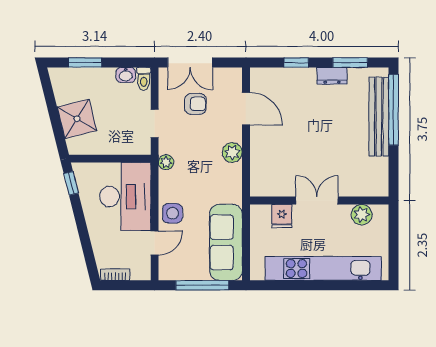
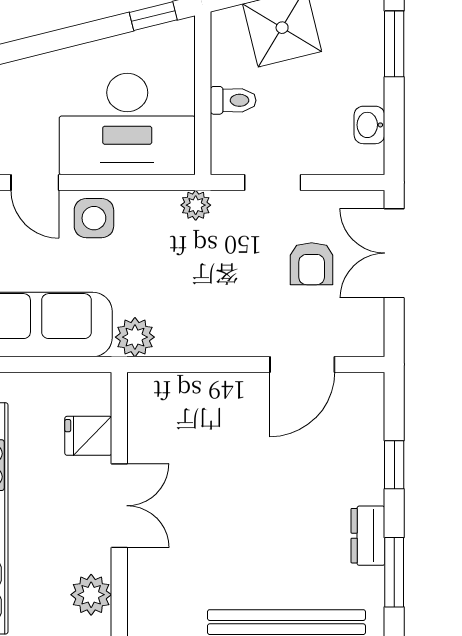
toilet: (144, 79) -> (233, 100), moved, turned 180
plant: (232, 152) -> (135, 337), moved

